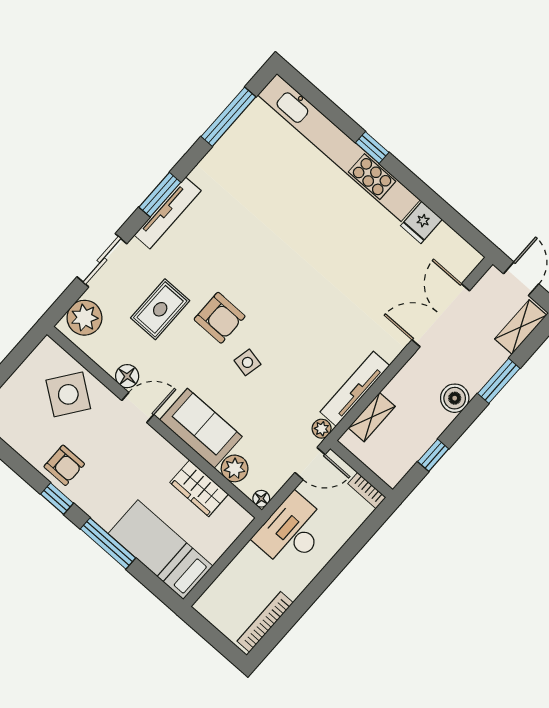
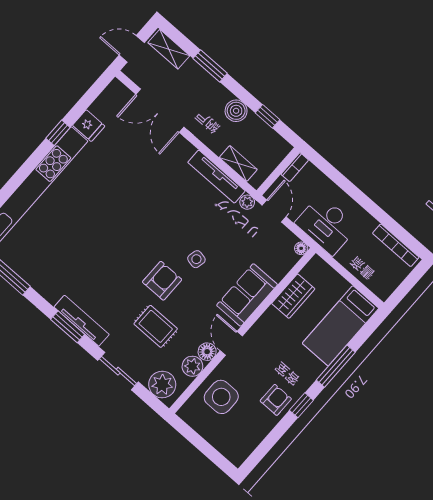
window: (372, 147) -> (58, 133), moved
side table: (68, 394) -> (221, 397), turned -36
boiler: (455, 398) -> (236, 111), moved
plant: (235, 468) -> (192, 366), moved

